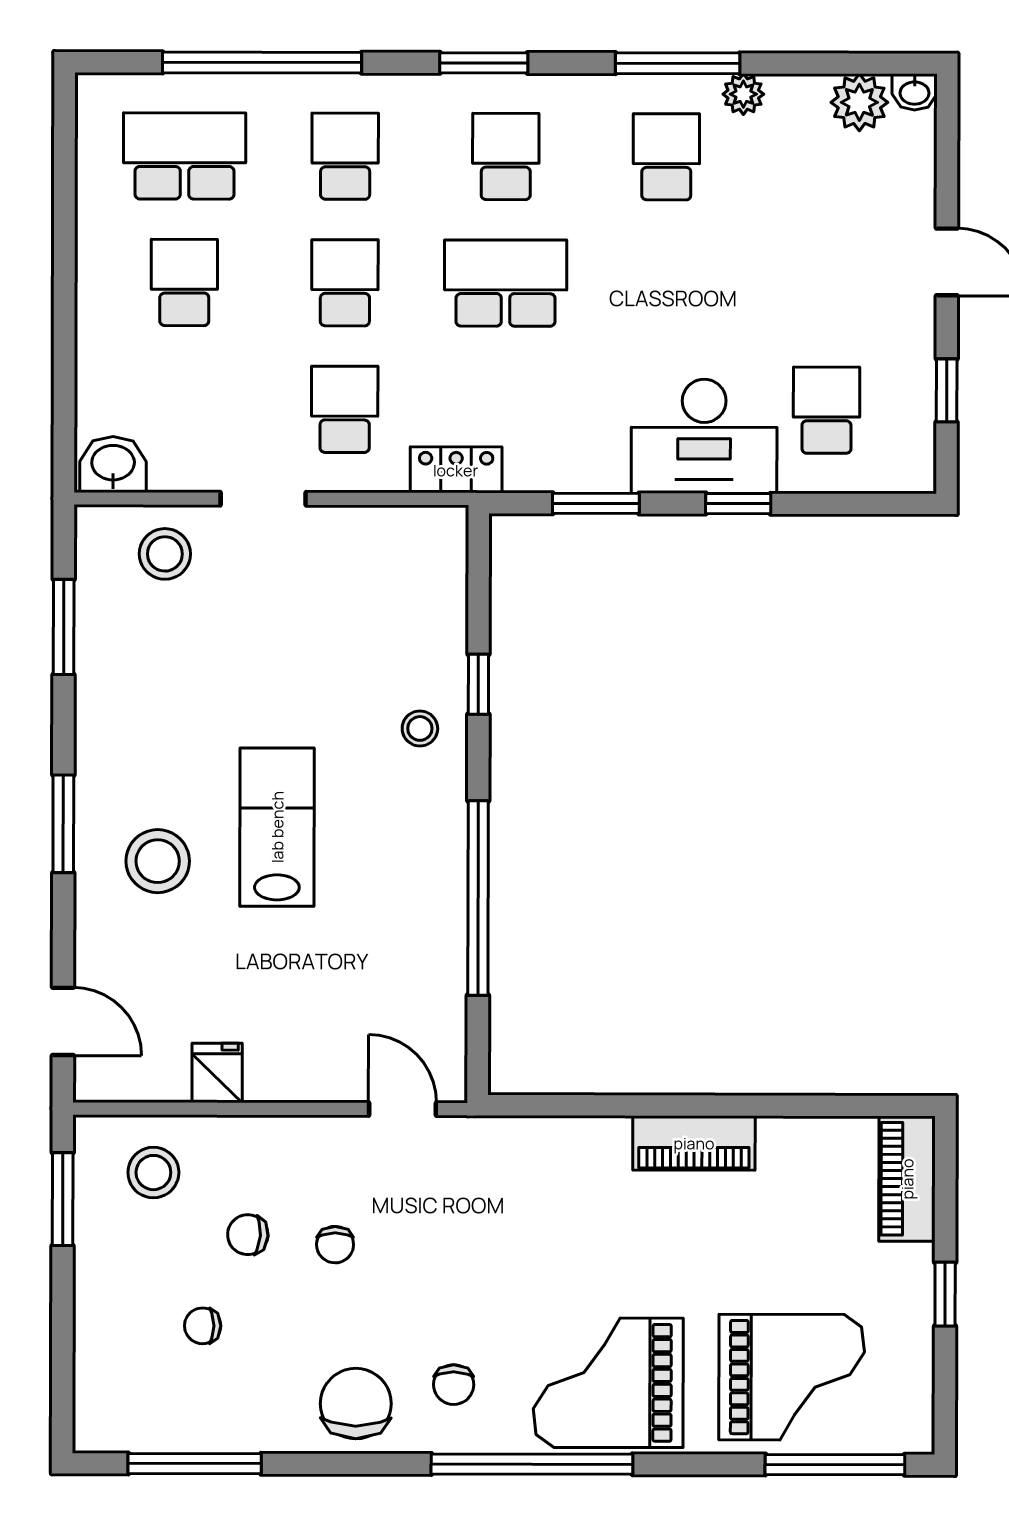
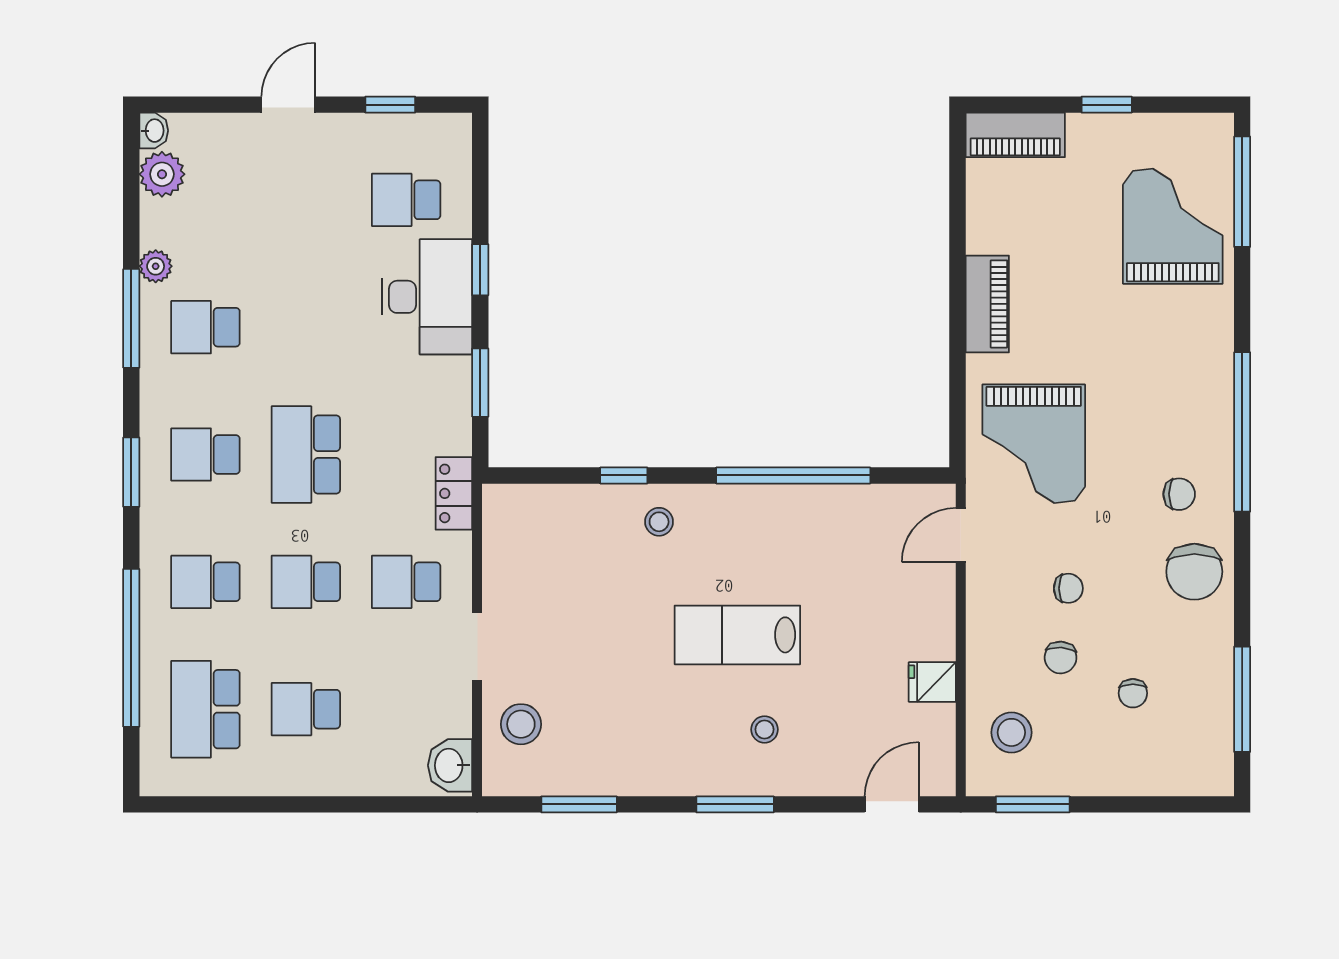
stool: (158, 861) -> (765, 729), width x0.53, depth x0.53
grand piano: (608, 1383) -> (1034, 444), moved
chair: (356, 1404) -> (1194, 572), turned -90

